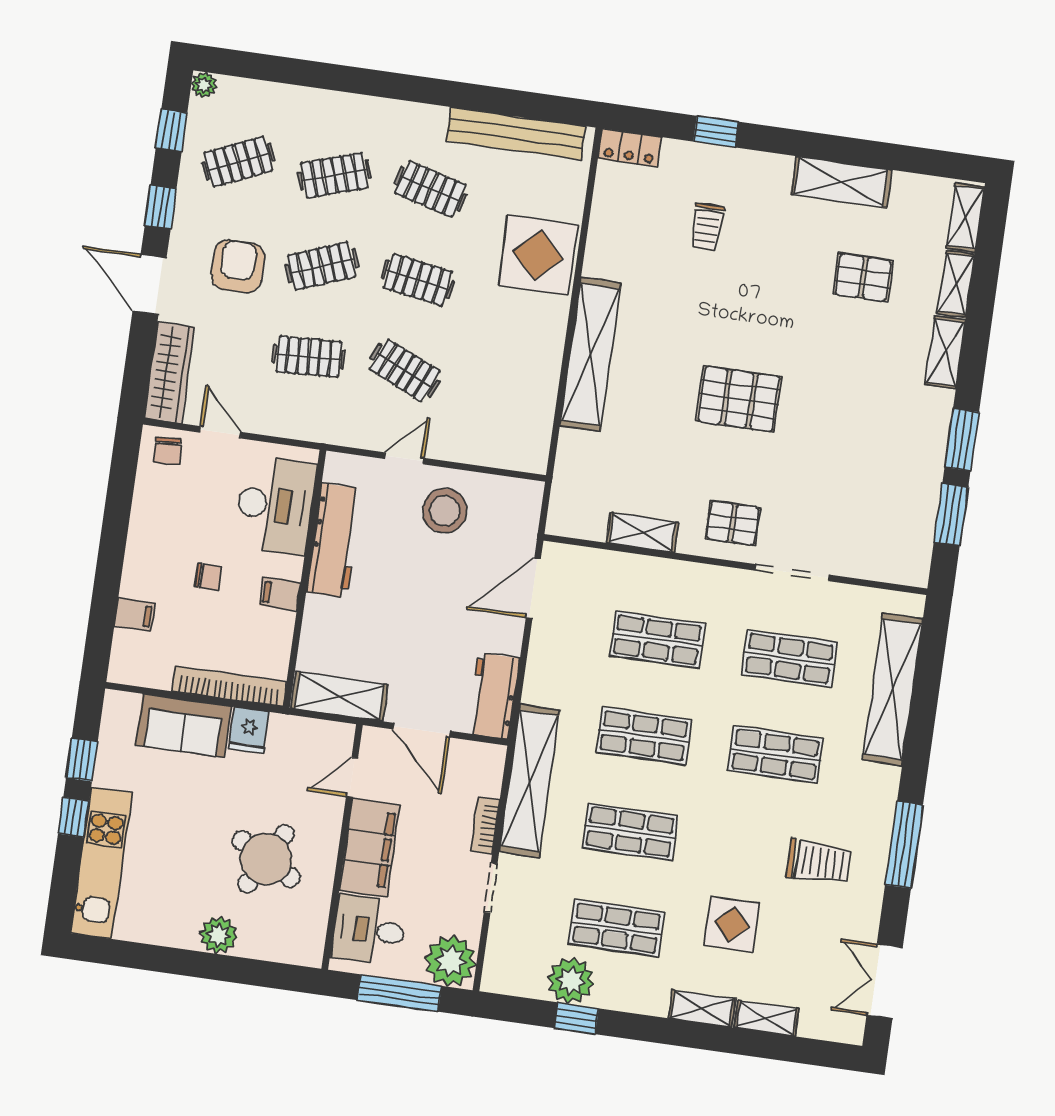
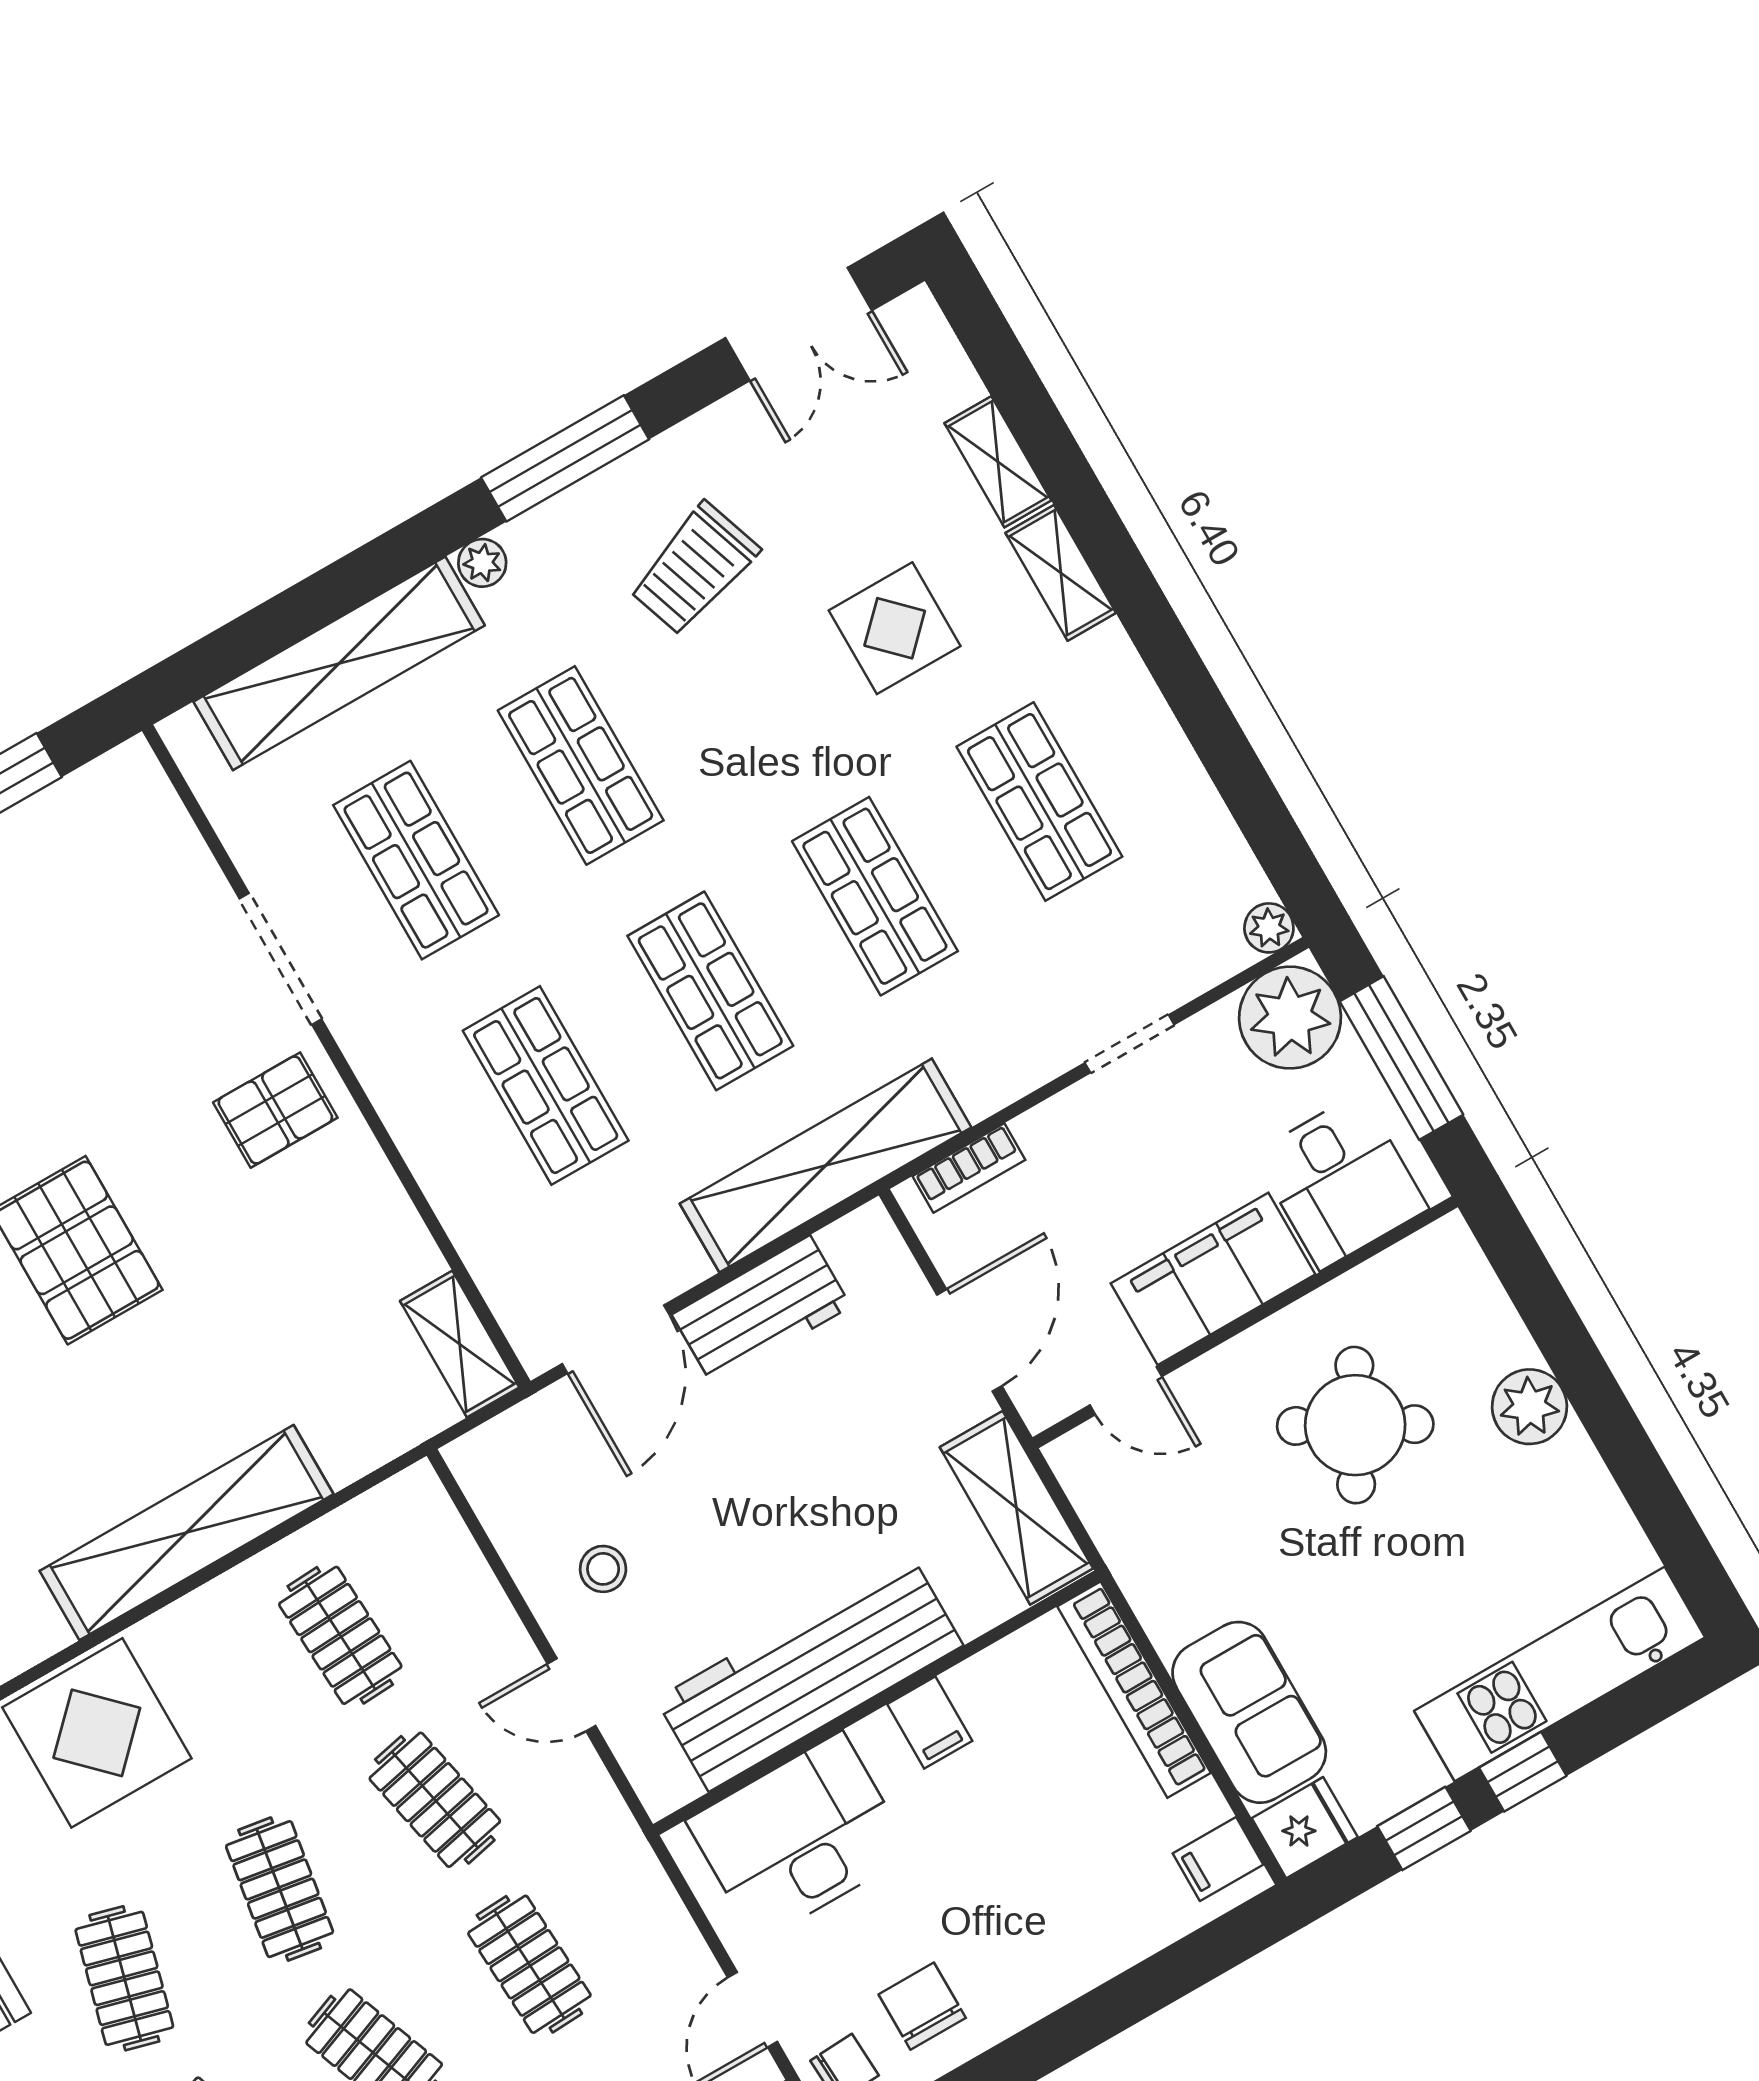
clothes rail: (405, 370) -> (435, 1800), turned -36
clothes rail: (501, 384) -> (340, 1635), added
stool: (445, 511) -> (603, 1569), width x0.53, depth x0.53
pallet: (733, 523) -> (275, 1110), turned 90
shelving: (642, 533) -> (460, 1344), moved
workbench: (334, 541) -> (809, 1672), width x1.36, depth x1.32
chair: (208, 577) -> (922, 2006), moved, width x1.37, depth x1.37
door: (533, 588) -> (616, 1339), hinge flipped
filing cabinet: (135, 615) -> (1218, 1859), moved, turned -90
workbench: (493, 696) -> (761, 1310), moved
fridge: (249, 730) -> (1305, 1828), moved
plant: (888, 779) -> (482, 563), added
shelving: (530, 781) -> (826, 1165), moved
bookcase: (485, 825) -> (969, 1168), moved
trolley: (819, 862) -> (694, 569), turned -109
plant: (571, 981) -> (1269, 928), moved, width x0.53, depth x0.53
window: (576, 1018) -> (1227, 755), removed

